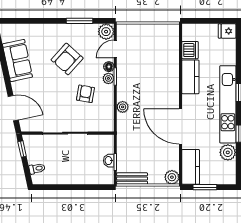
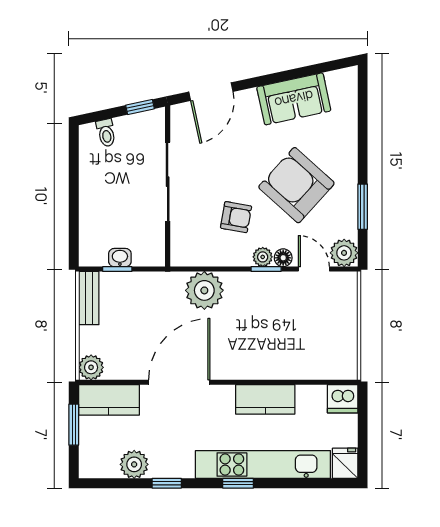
dishwasher: (190, 50) -> (343, 399), moved
armchair: (67, 59) -> (296, 185), width x1.36, depth x1.36
kitchen unit: (228, 104) -> (263, 465), moved
plant: (123, 107) -> (204, 290), width x1.87, depth x1.87

